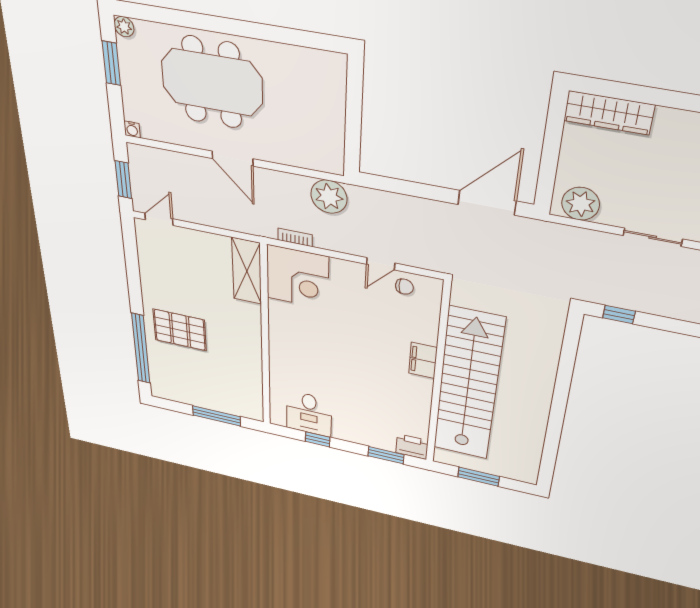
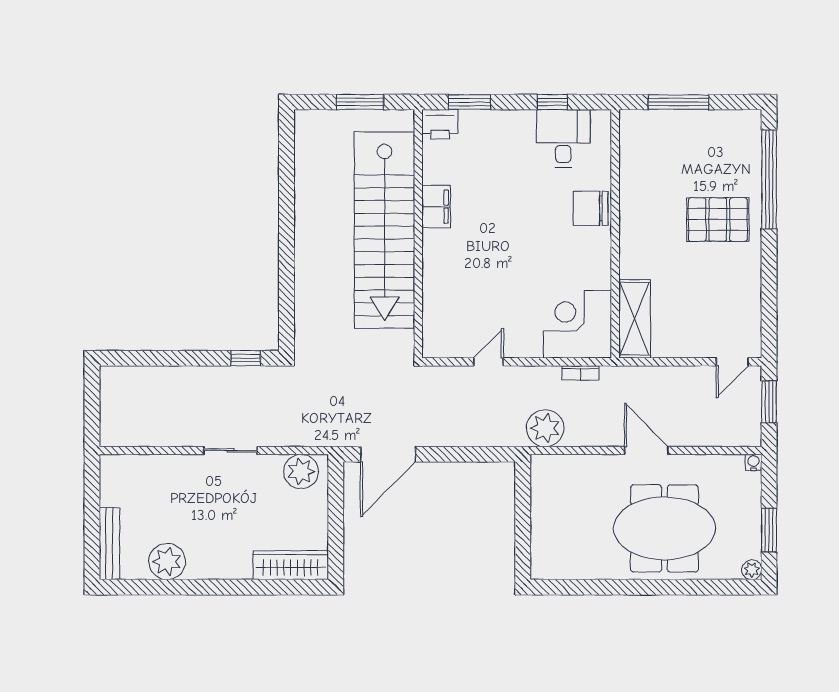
chair: (404, 287) -> (591, 208), moved, width x1.87, depth x1.87
filing cabinet: (423, 360) -> (436, 207), moved

